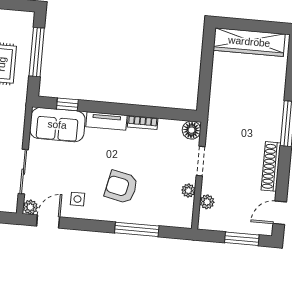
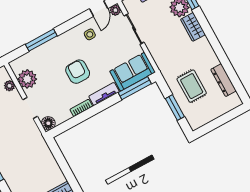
window: (37, 52) -> (175, 108), width x0.69
window: (67, 104) -> (135, 88), width x2.17
armchair: (121, 187) -> (78, 72), moved, turned -102
plant: (188, 191) -> (27, 79), width x1.88, depth x1.88

